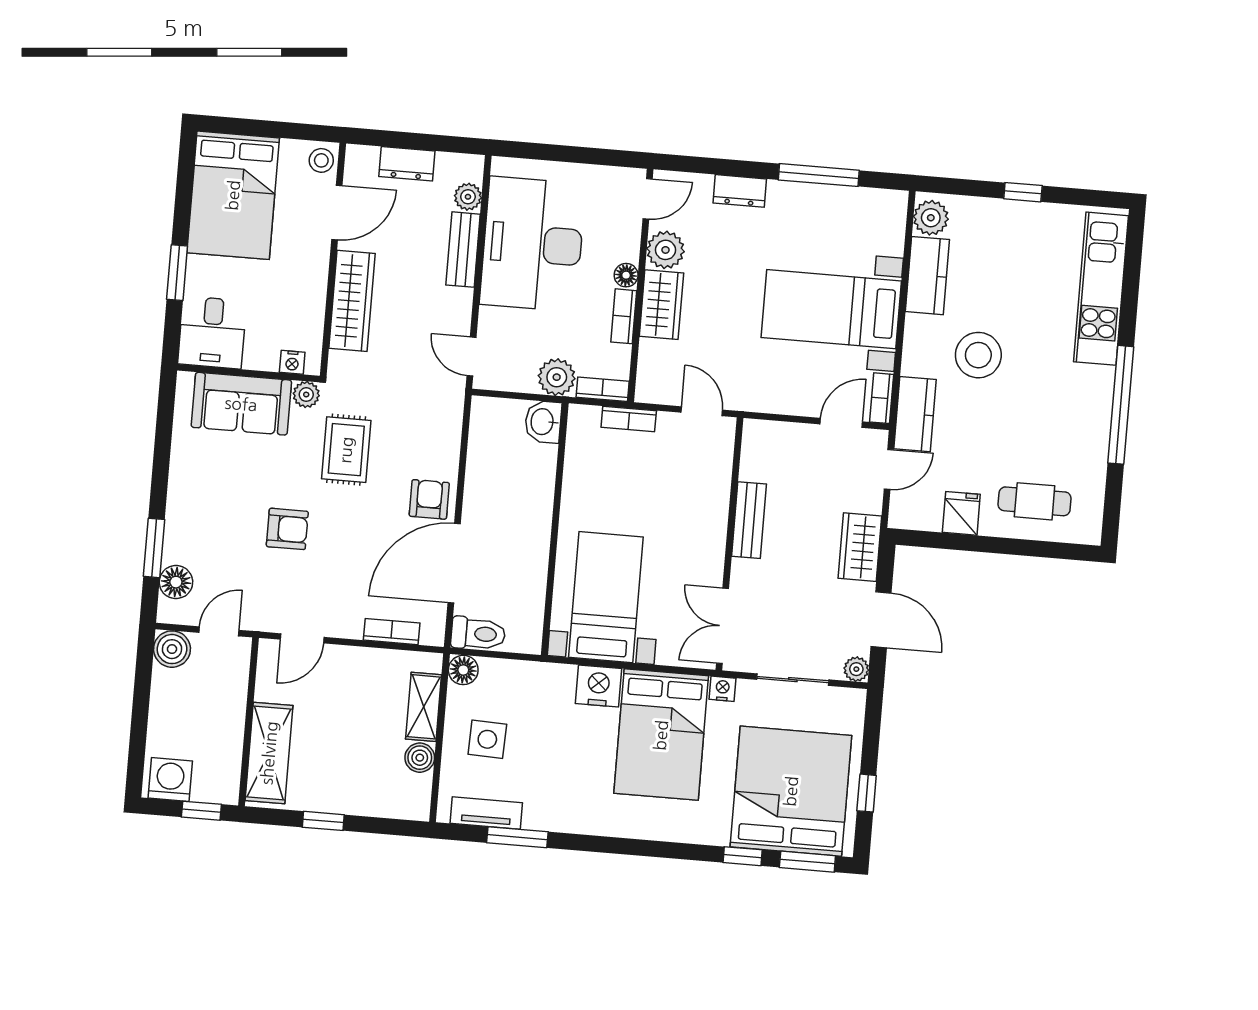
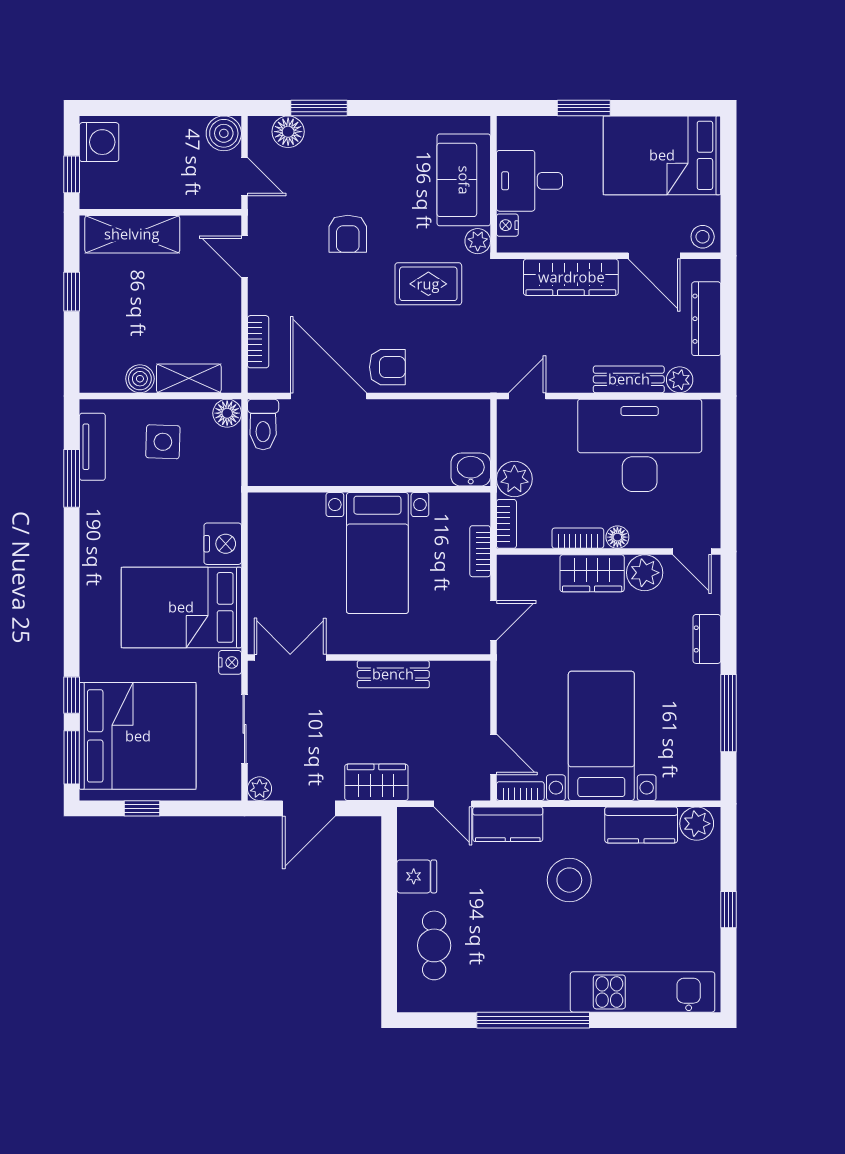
dresser: (407, 164) -> (706, 319), width x1.44
desk: (212, 332) -> (529, 181), moved
bed with nightstands: (606, 597) -> (377, 553), moved, turned 90

